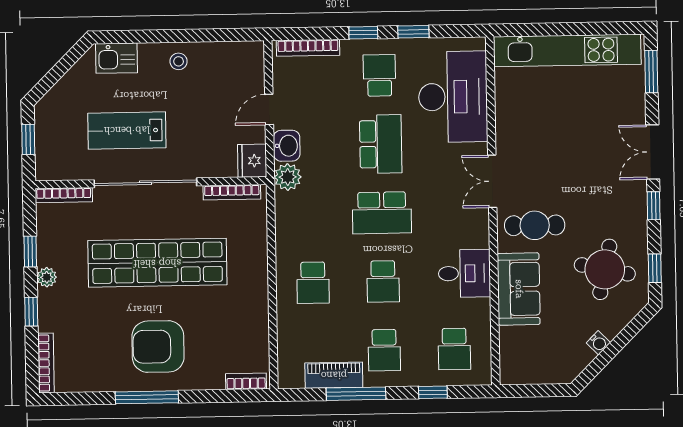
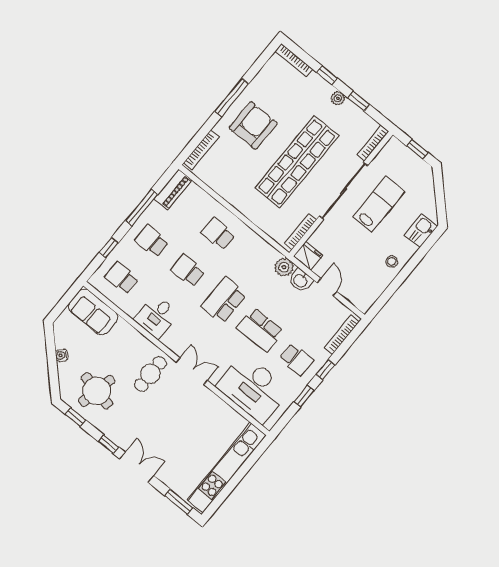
sofa: (519, 289) -> (93, 312), moved
piano: (334, 375) -> (173, 189), moved
bookcase: (246, 381) -> (201, 150), width x1.56

